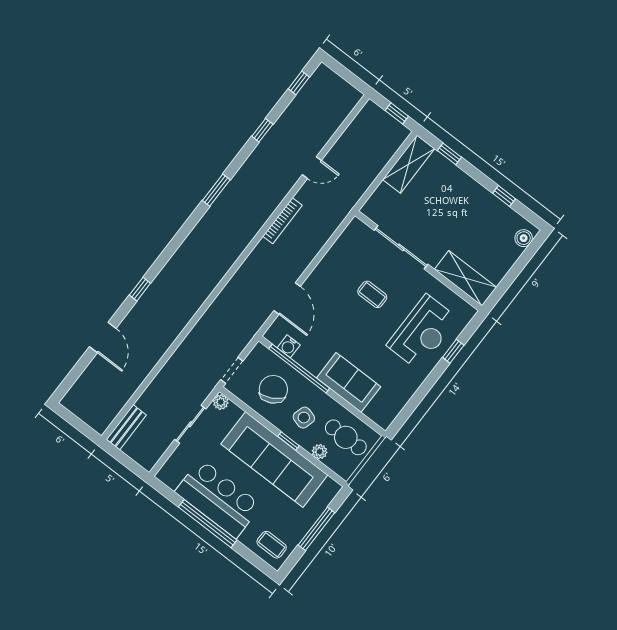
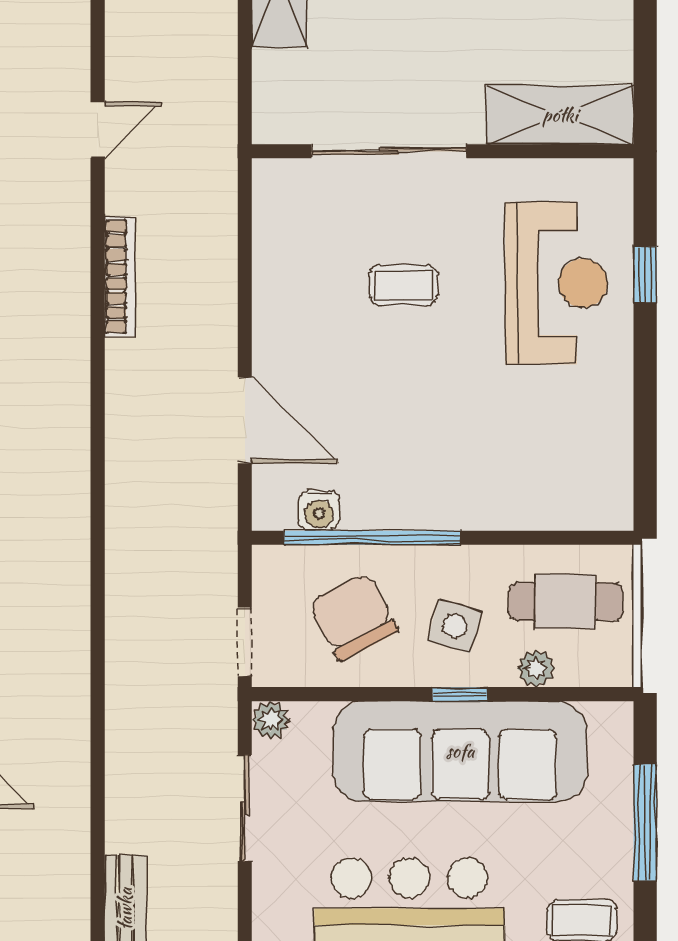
sofa: (349, 382) -> (489, 491), removed

